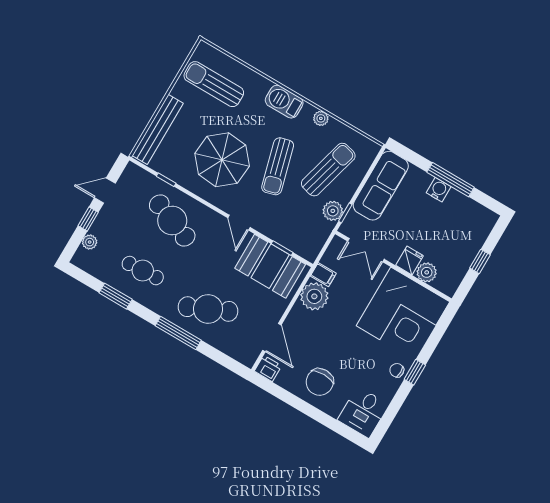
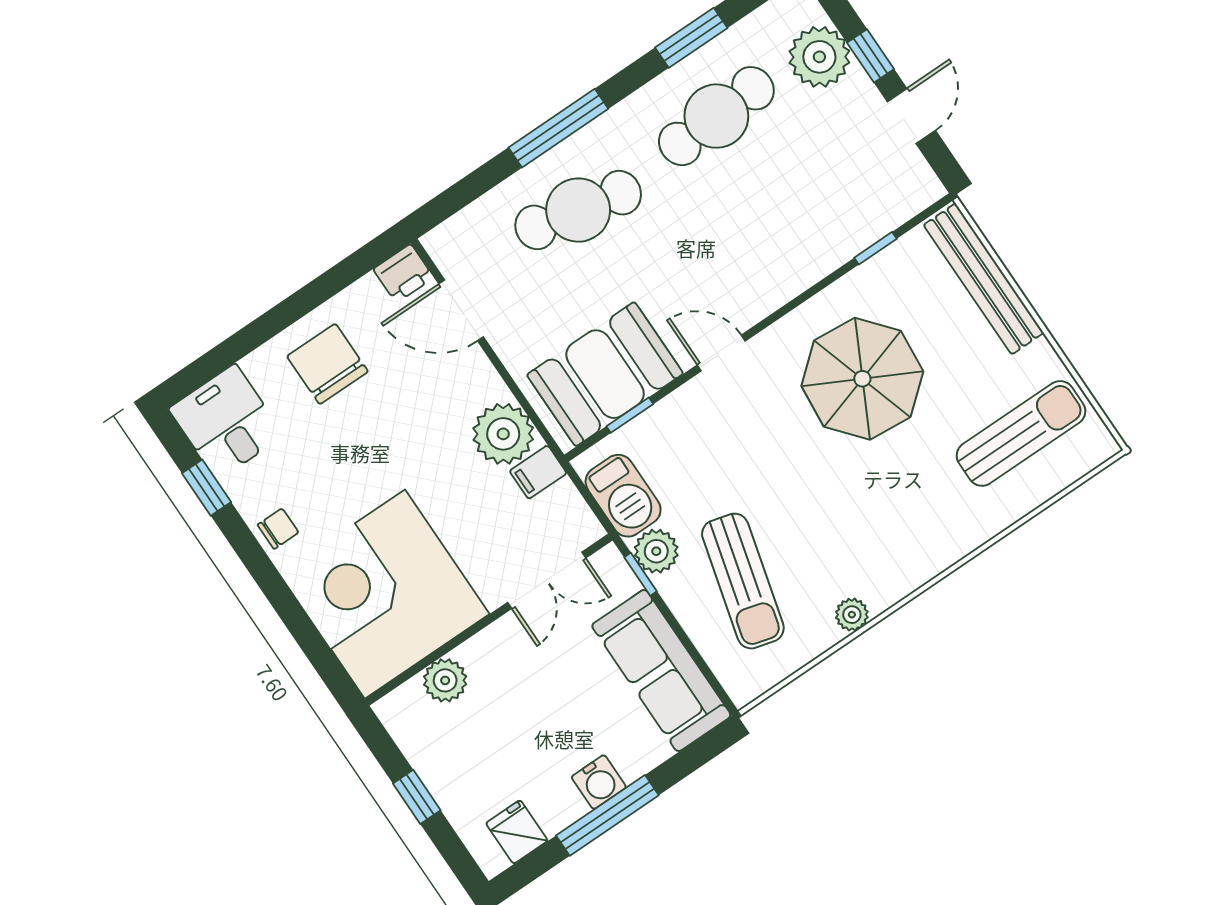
barbecue: (284, 102) -> (623, 496), moved, turned 90
sun lounger: (278, 166) -> (797, 483), removed
cafe table: (172, 221) -> (788, 222), removed
plant: (90, 242) -> (819, 57), width x1.87, depth x1.87
double door: (366, 250) -> (547, 580), swing flipped
fridge: (410, 261) -> (517, 832), moved, turned 180
cafe table: (143, 271) -> (716, 116), width x1.37, depth x1.35
cafe table: (208, 309) -> (578, 210), turned 36
window: (415, 372) -> (207, 488), moved

